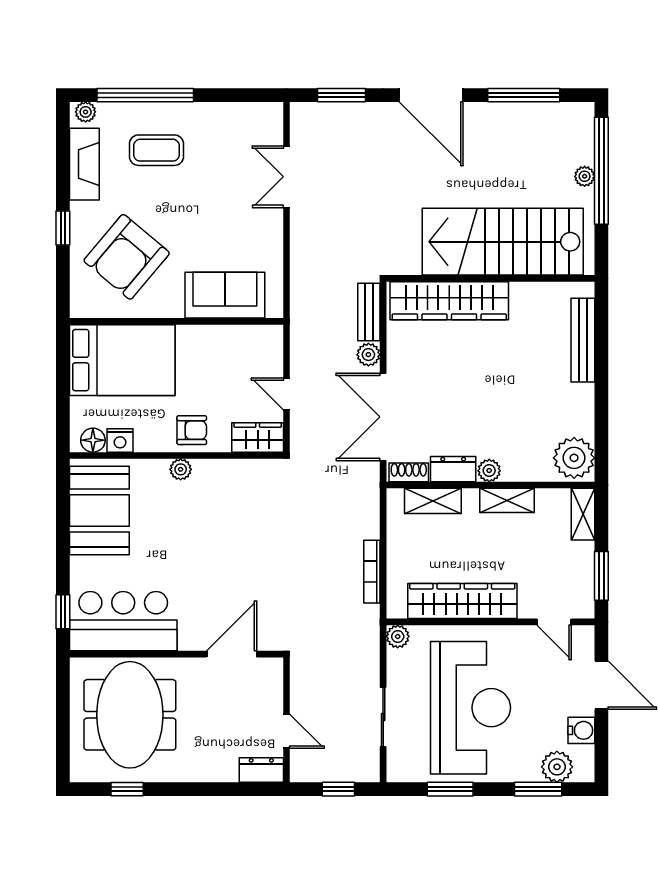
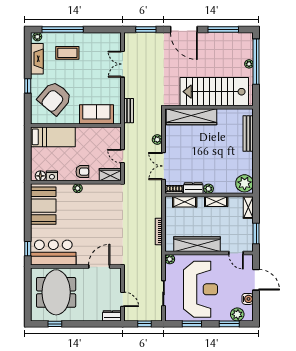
bench: (369, 312) -> (129, 111), moved
bed: (122, 360) -> (53, 137), width x0.67
double door: (383, 417) -> (164, 166), width x0.73

